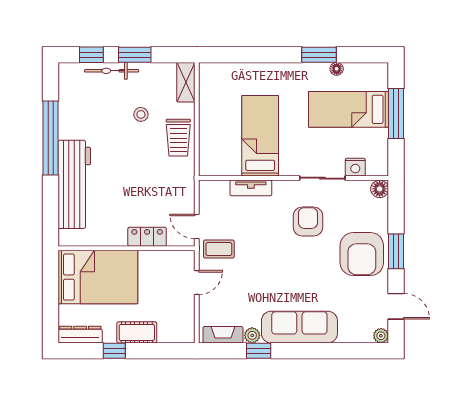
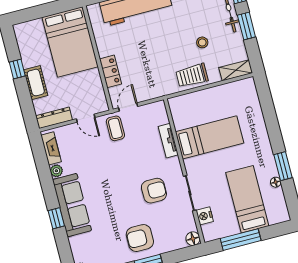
window: (396, 113) -> (241, 240), moved
armchair: (362, 254) -> (140, 238), width x0.73, depth x0.73
dresser: (80, 335) -> (54, 118), moved, turned -90
window: (259, 351) -> (56, 218), moved

